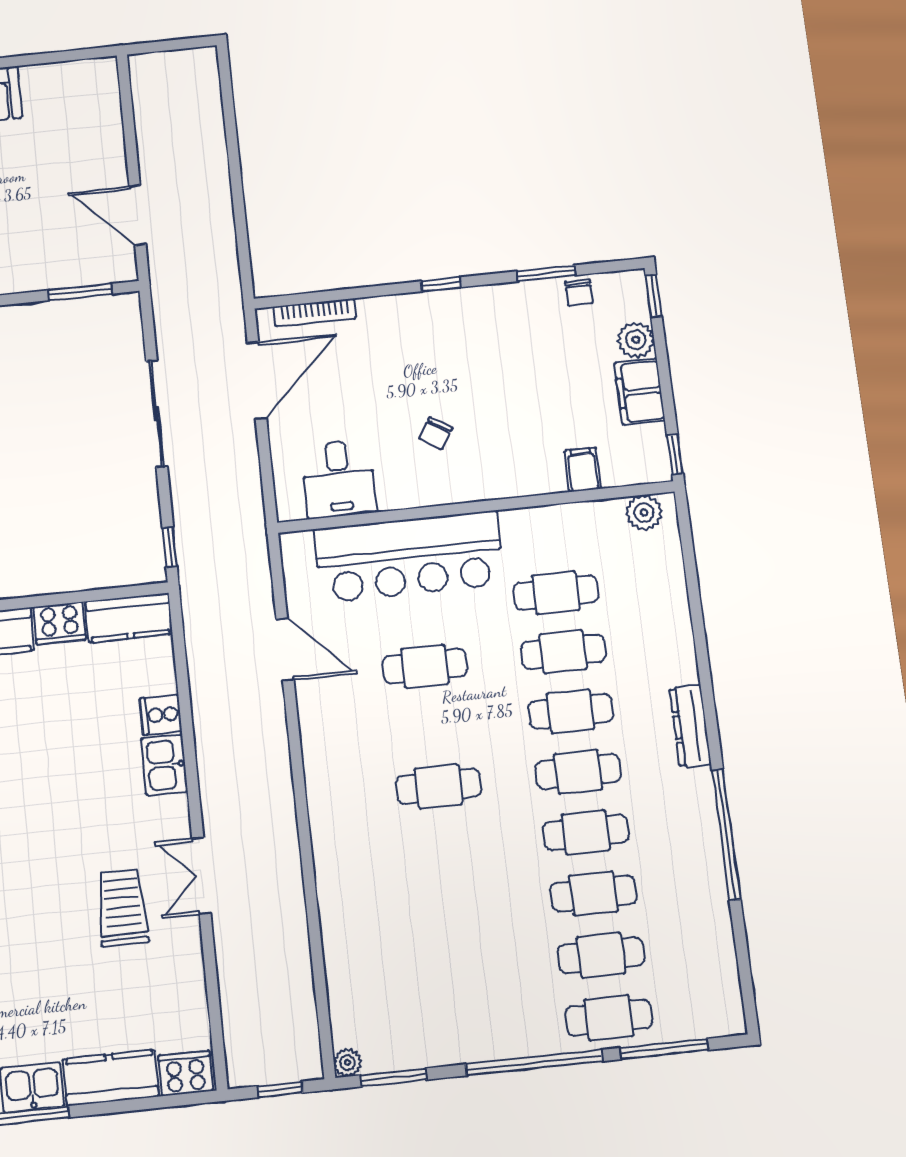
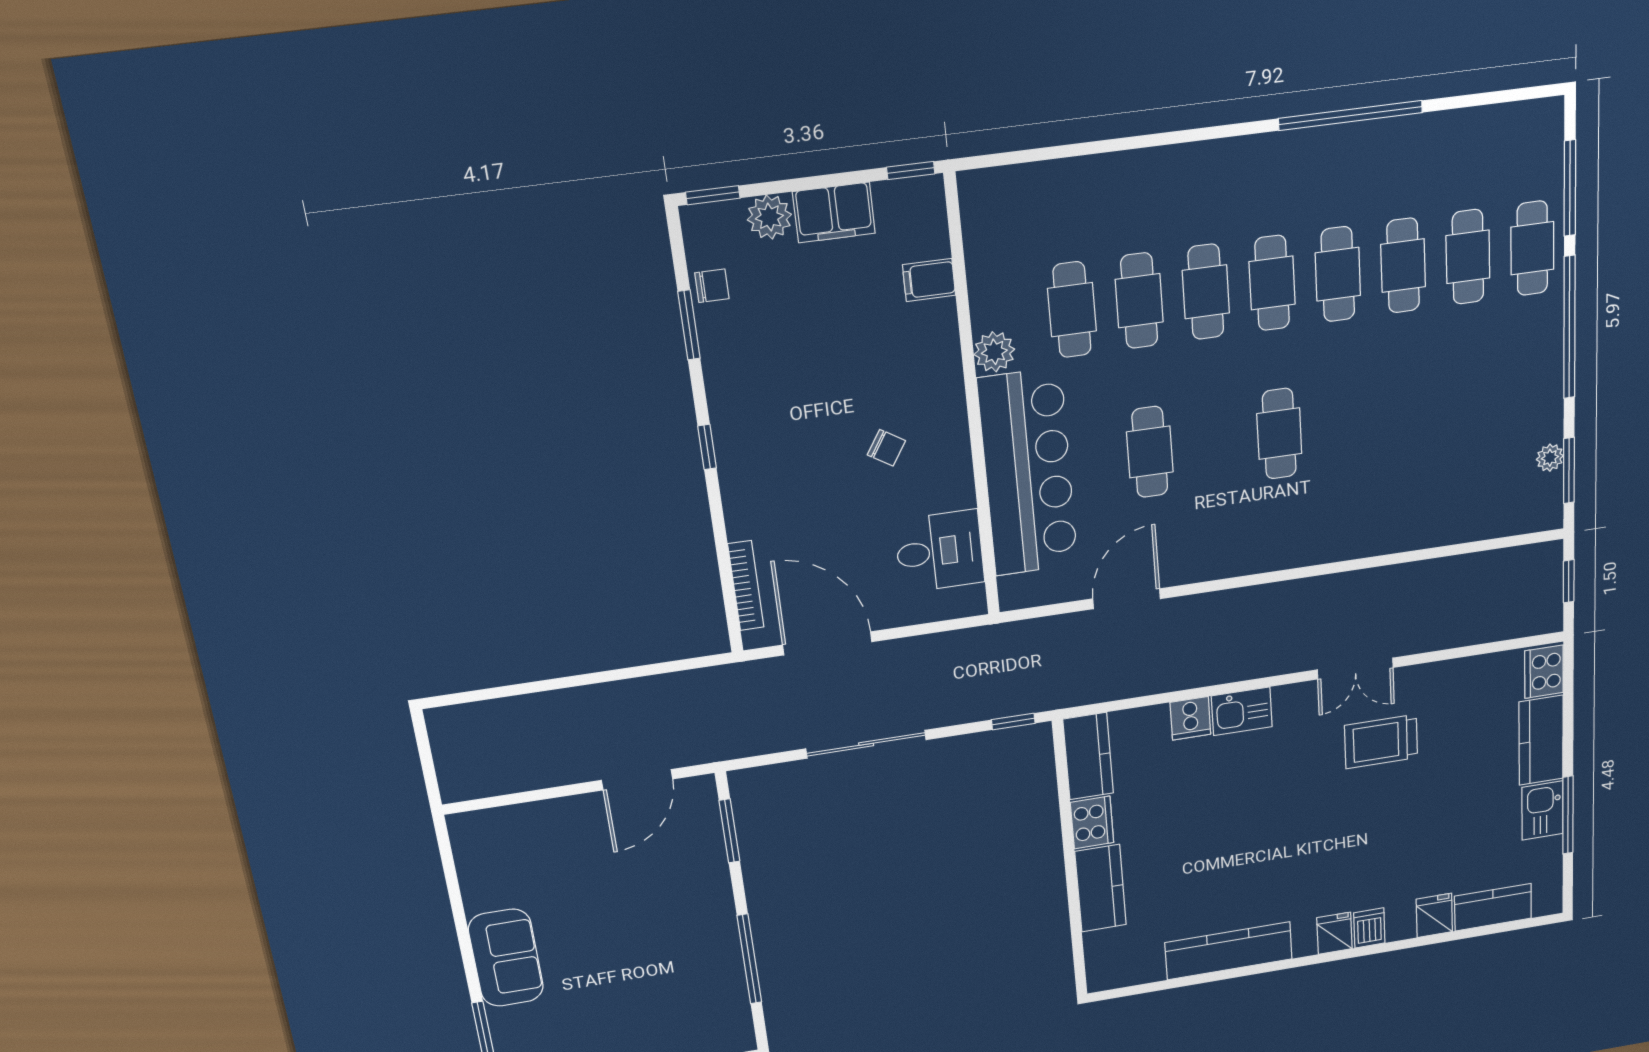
plant: (644, 513) -> (994, 352), moved
dresser: (690, 726) -> (1228, 155), removed
plant: (347, 1063) -> (1550, 458), moved

